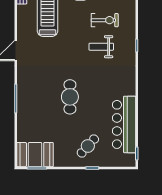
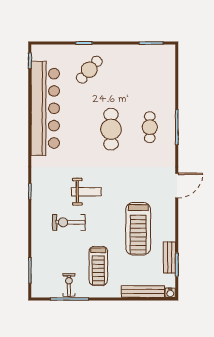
weight bench: (101, 47) -> (86, 192), moved
cafe table: (38, 99) -> (150, 127), added
bar counter: (124, 124) -> (45, 108), width x1.36
booth: (35, 155) -> (153, 59), removed

